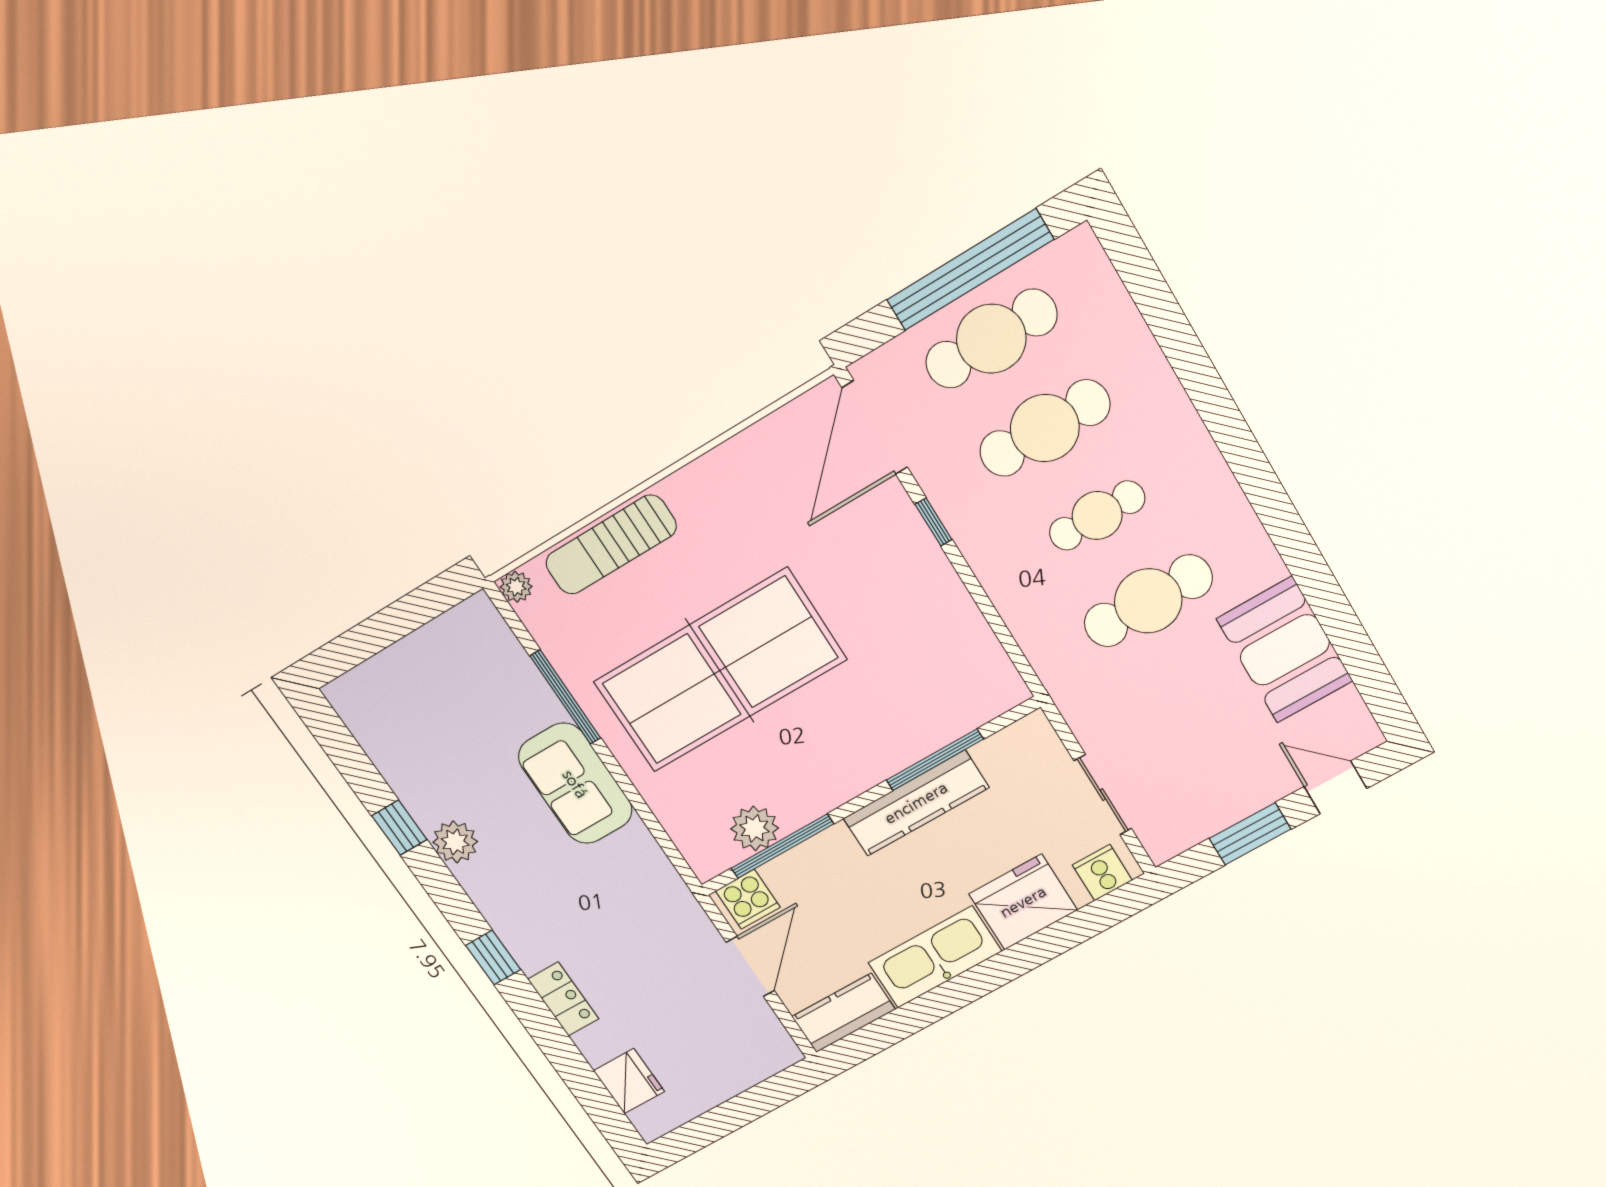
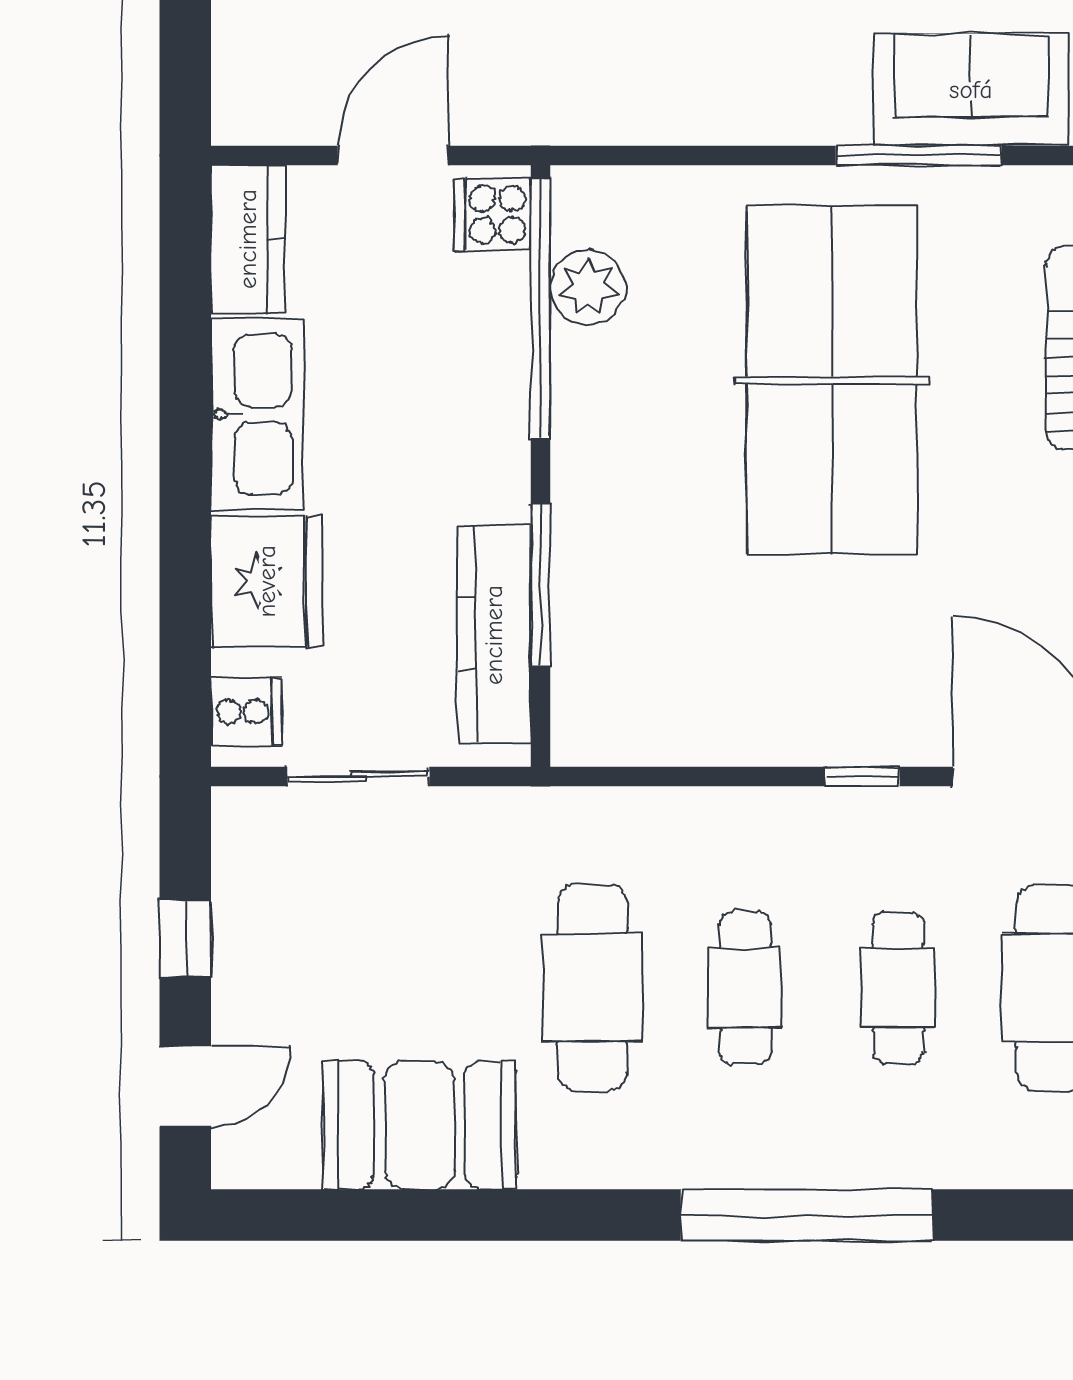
window: (1212, 401) -> (807, 1215), added
cafe table: (1045, 428) -> (898, 988), width x0.73, depth x0.74
sofa: (575, 784) -> (971, 90), moved
kitchen counter: (916, 803) -> (494, 635), moved
window: (1250, 834) -> (185, 938), width x0.67
window: (782, 846) -> (541, 309), width x1.46
door: (750, 966) -> (393, 155), swing flipped

